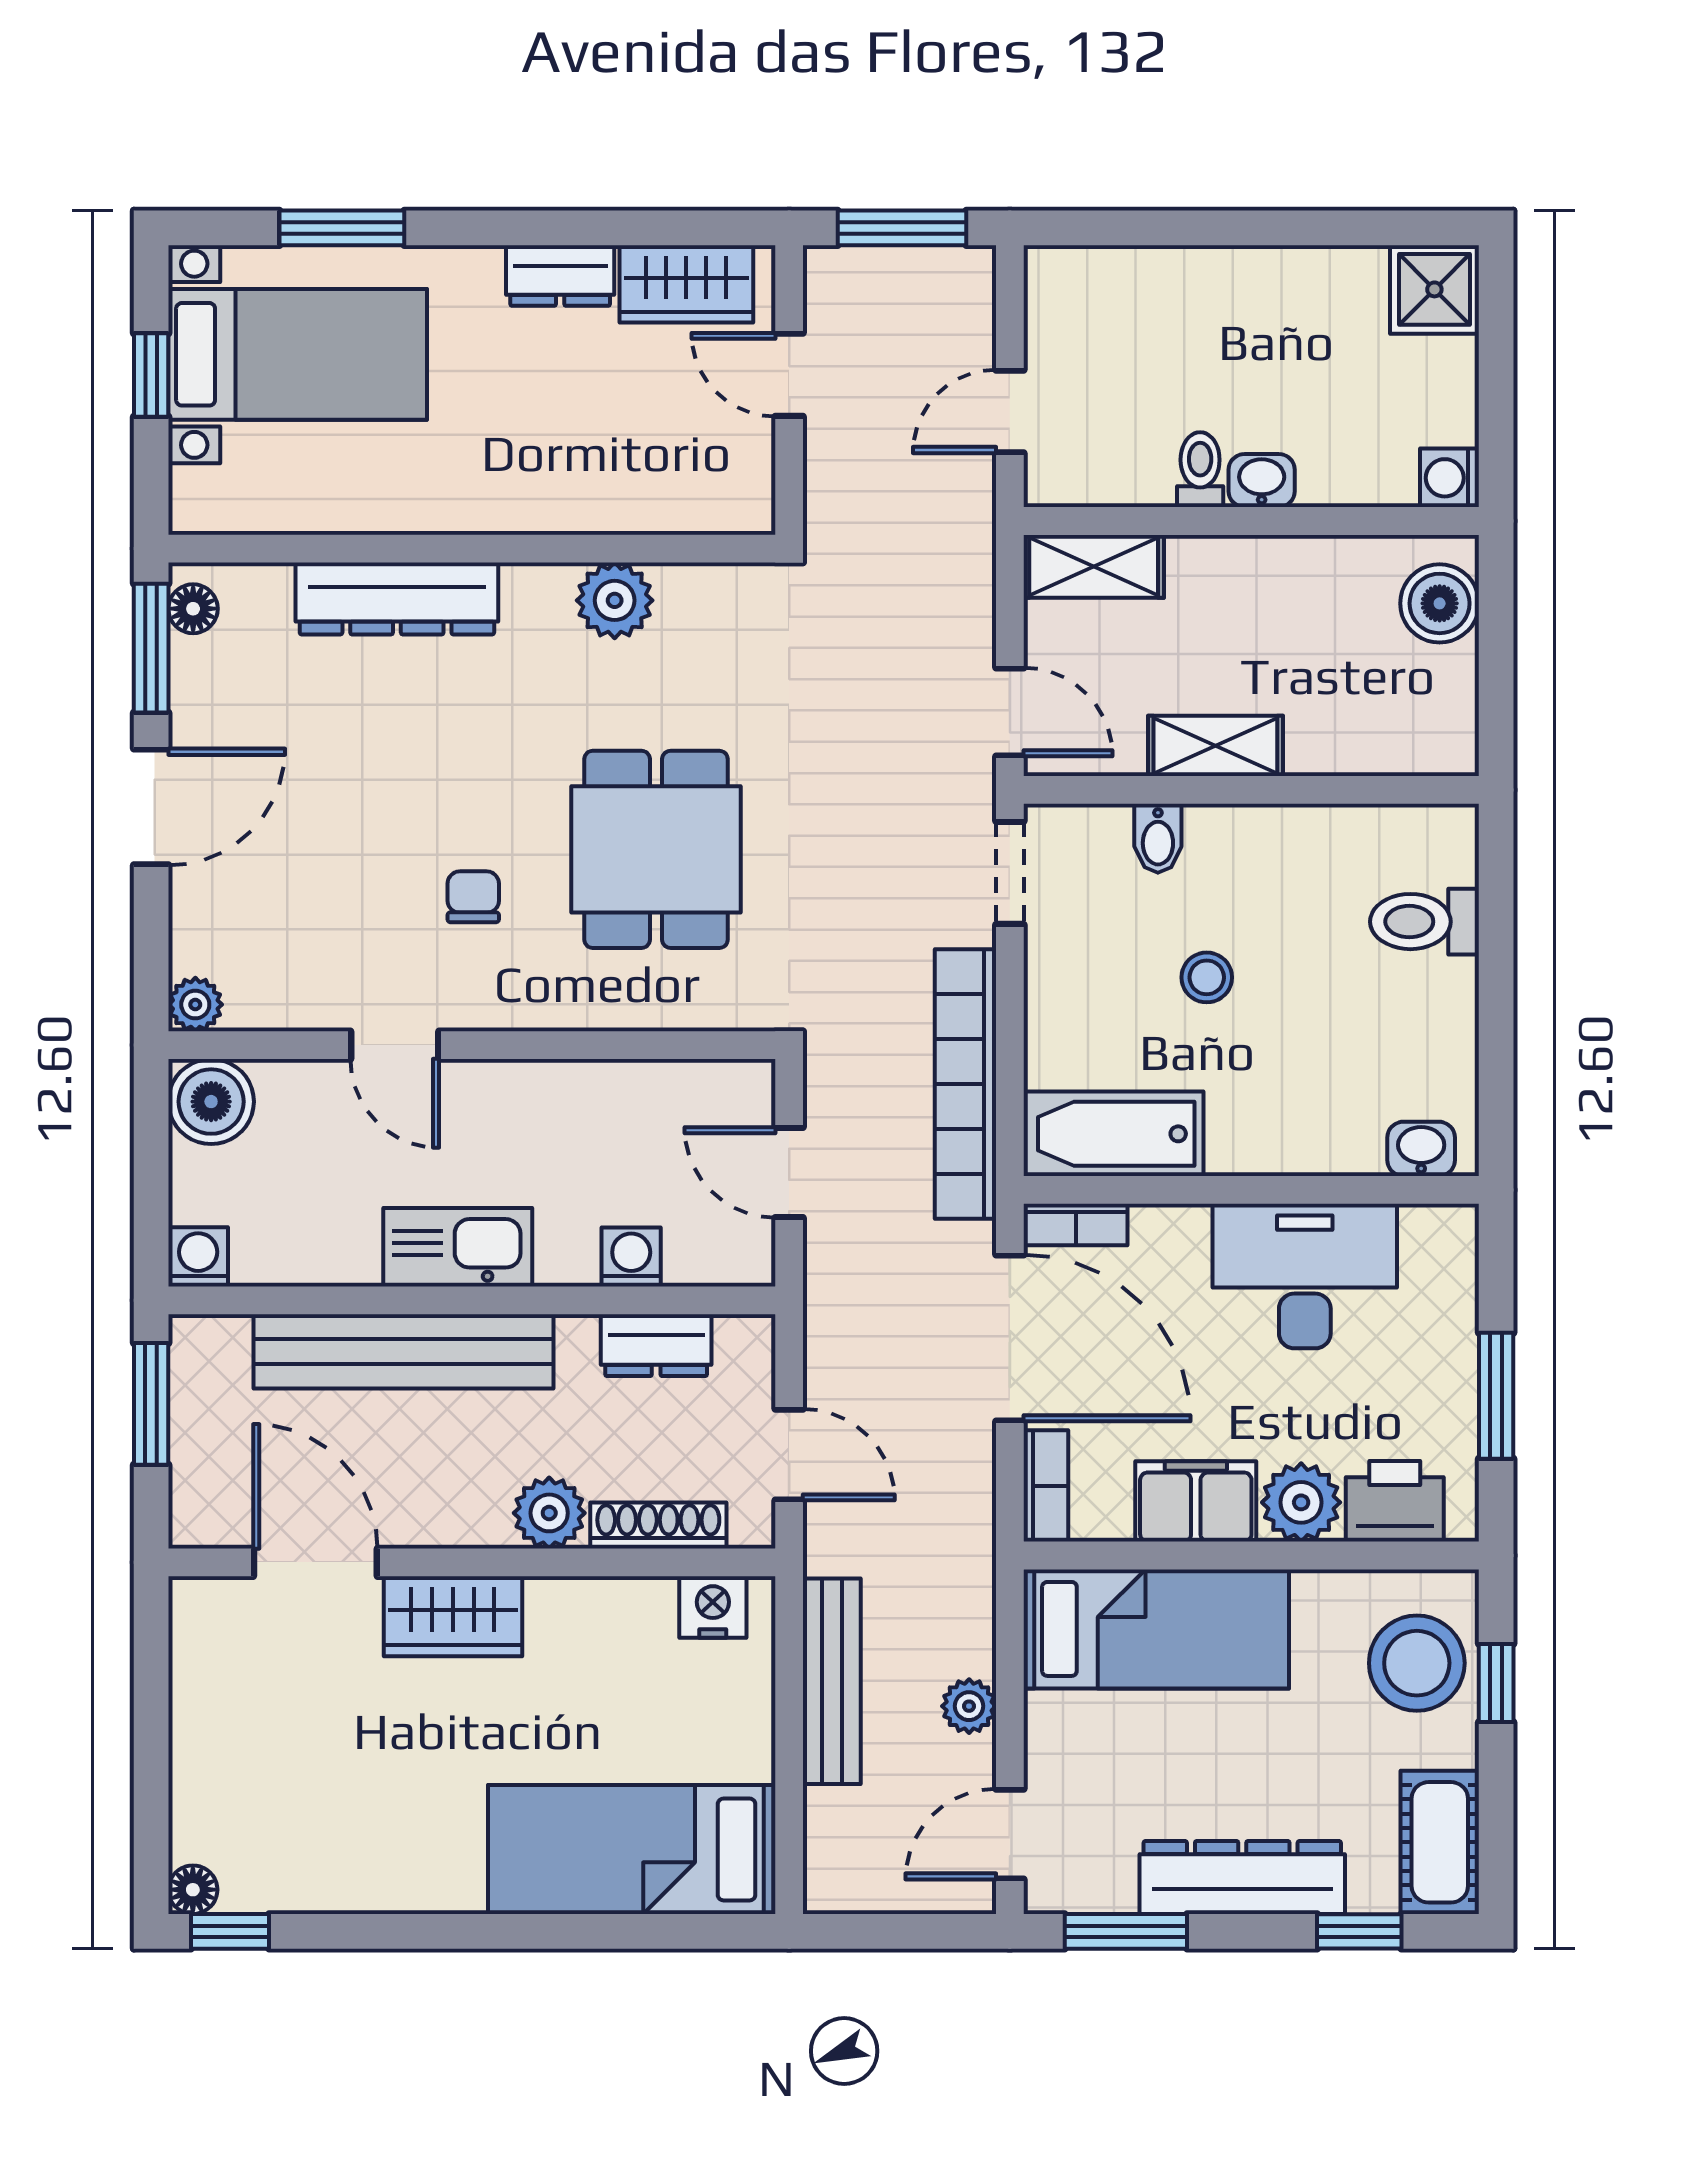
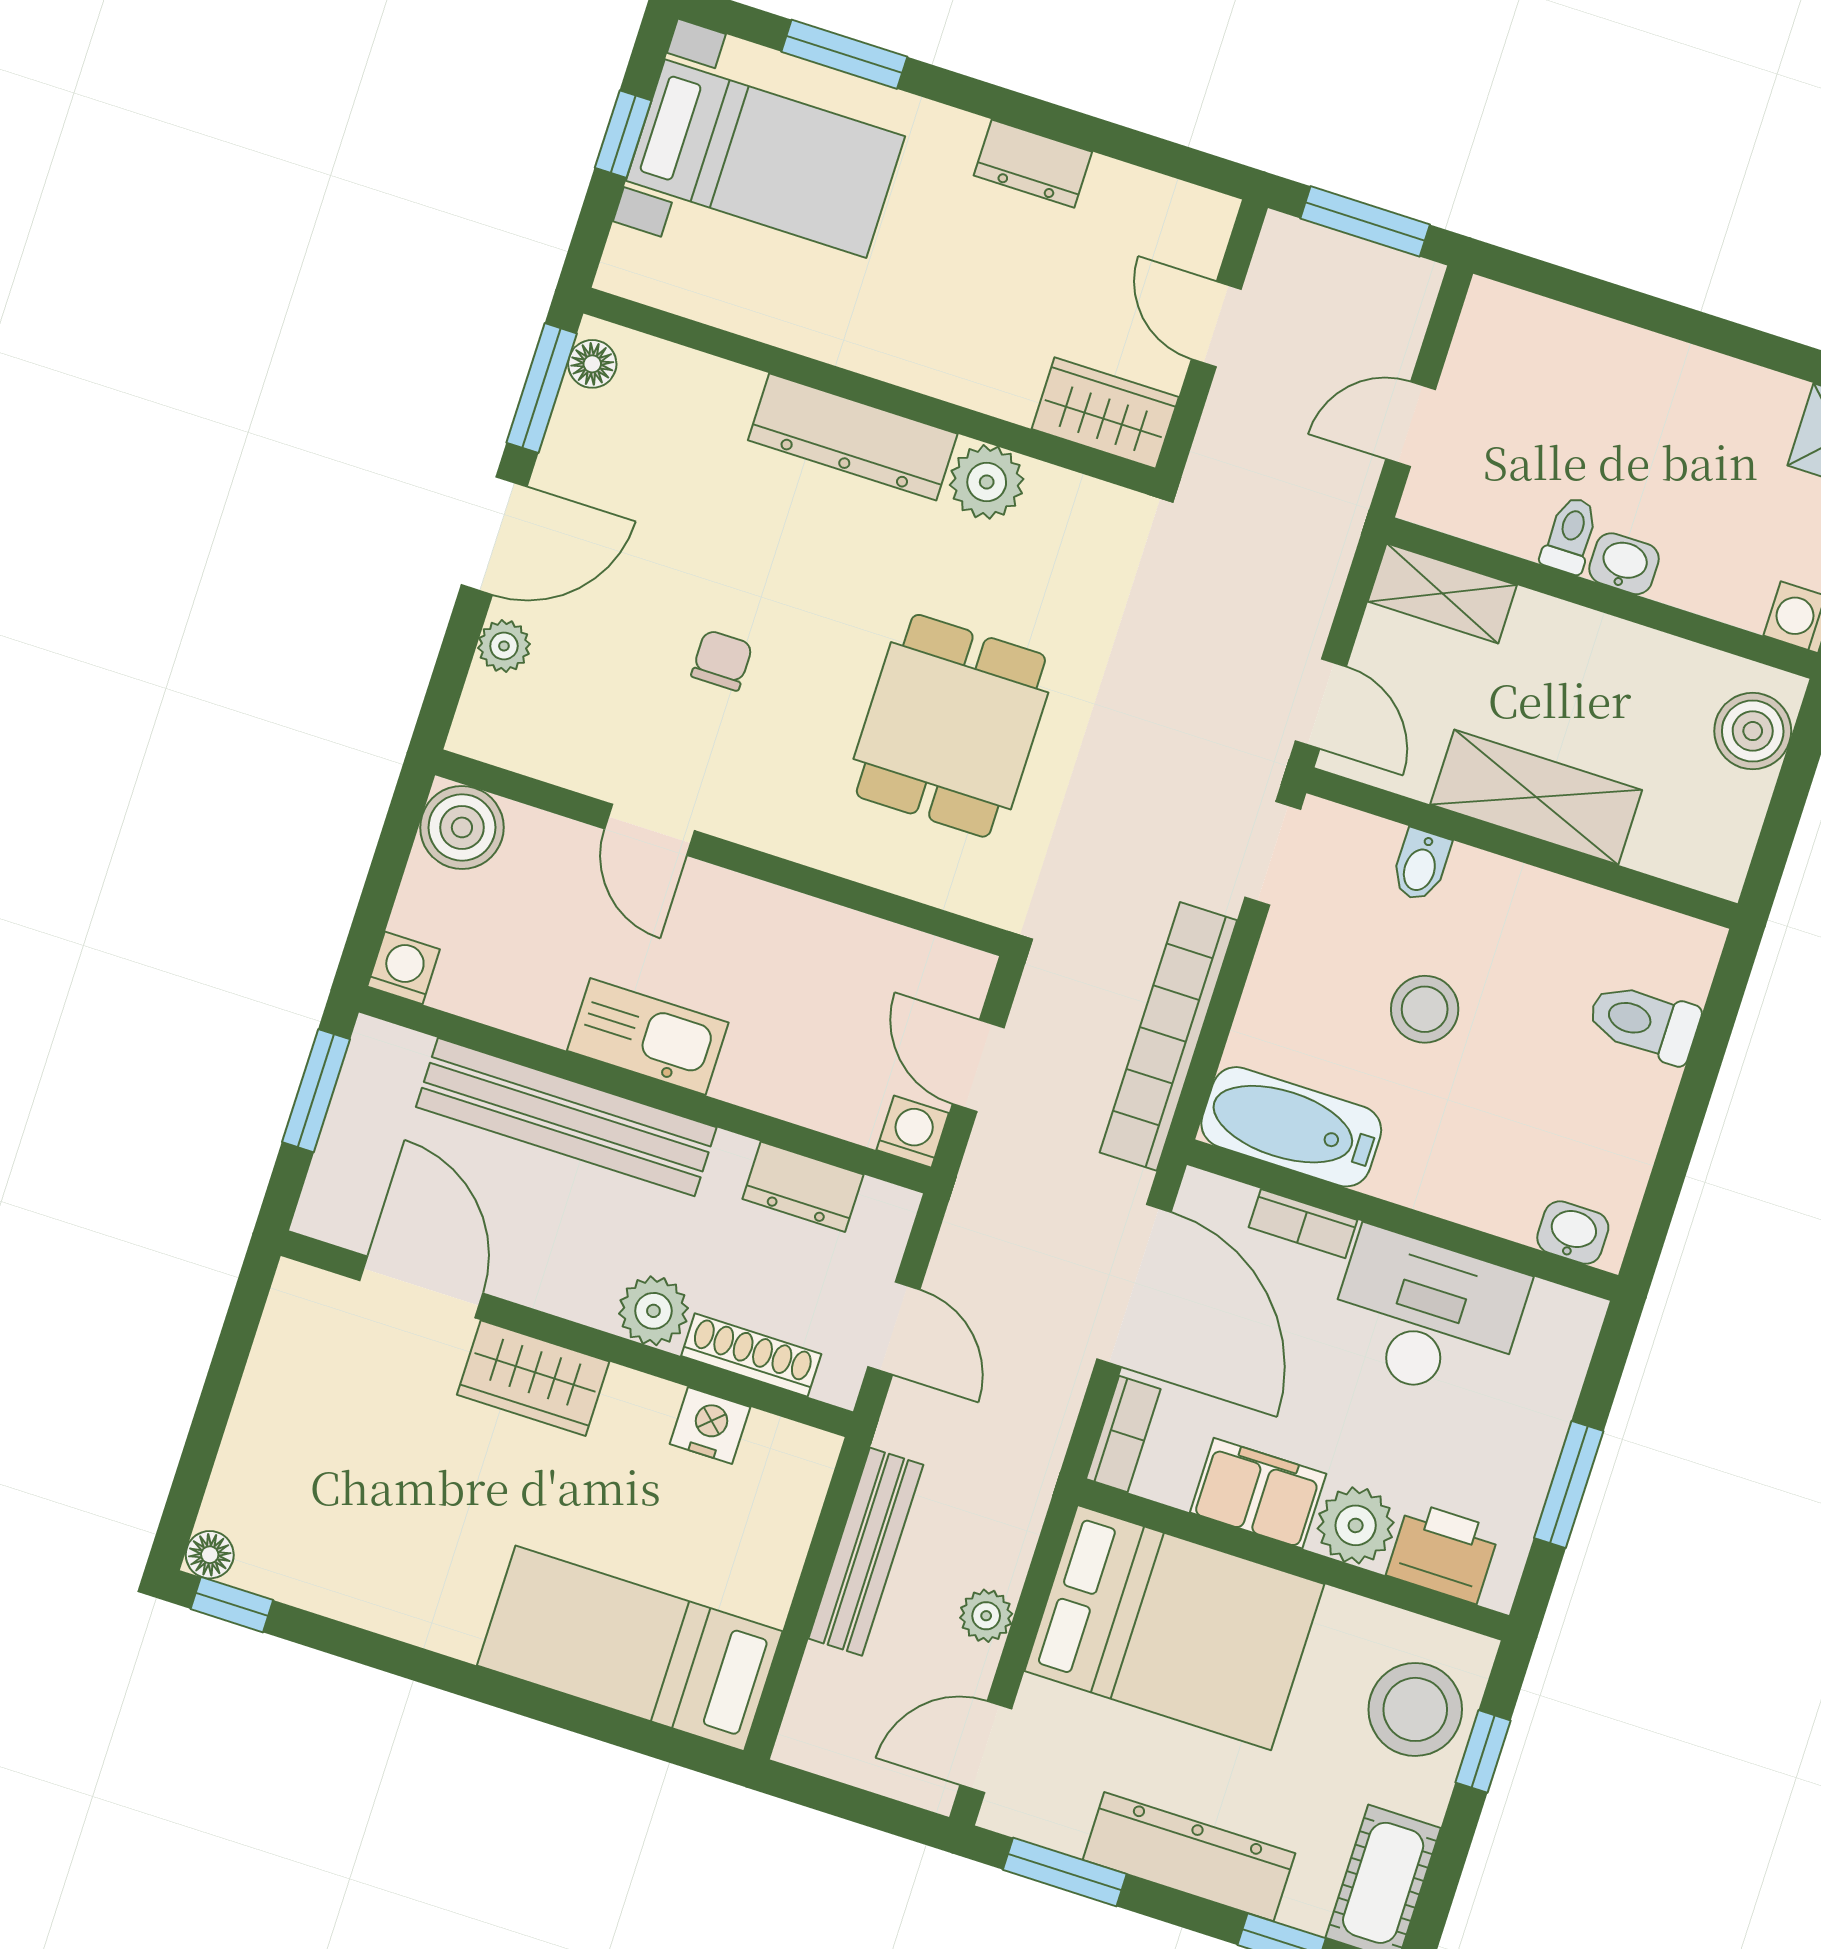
wardrobe: (686, 284) -> (1105, 413), moved, turned 180
dresser: (397, 598) -> (853, 437), moved
shelving: (1215, 746) -> (1536, 797), width x1.50, depth x1.33
chair: (473, 897) -> (722, 660), moved
stool: (1207, 977) -> (1425, 1009), width x1.37, depth x1.37
plant: (195, 1005) -> (504, 646), moved
bookcase: (1076, 1224) -> (1303, 1224), moved
washing machine: (631, 1257) -> (913, 1132), moved
nightstand: (713, 1607) -> (710, 1425), moved
bed: (1156, 1629) -> (1174, 1628), width x1.50

